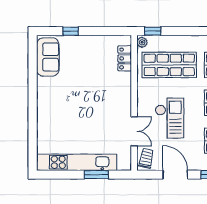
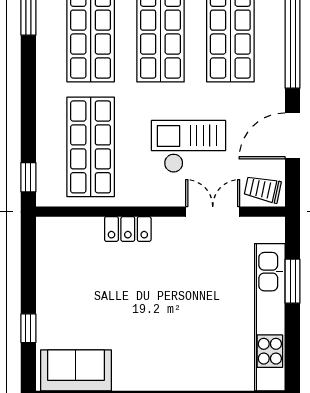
plant: (142, 42) -> (49, 197), removed
locker: (125, 58) -> (128, 229), moved

